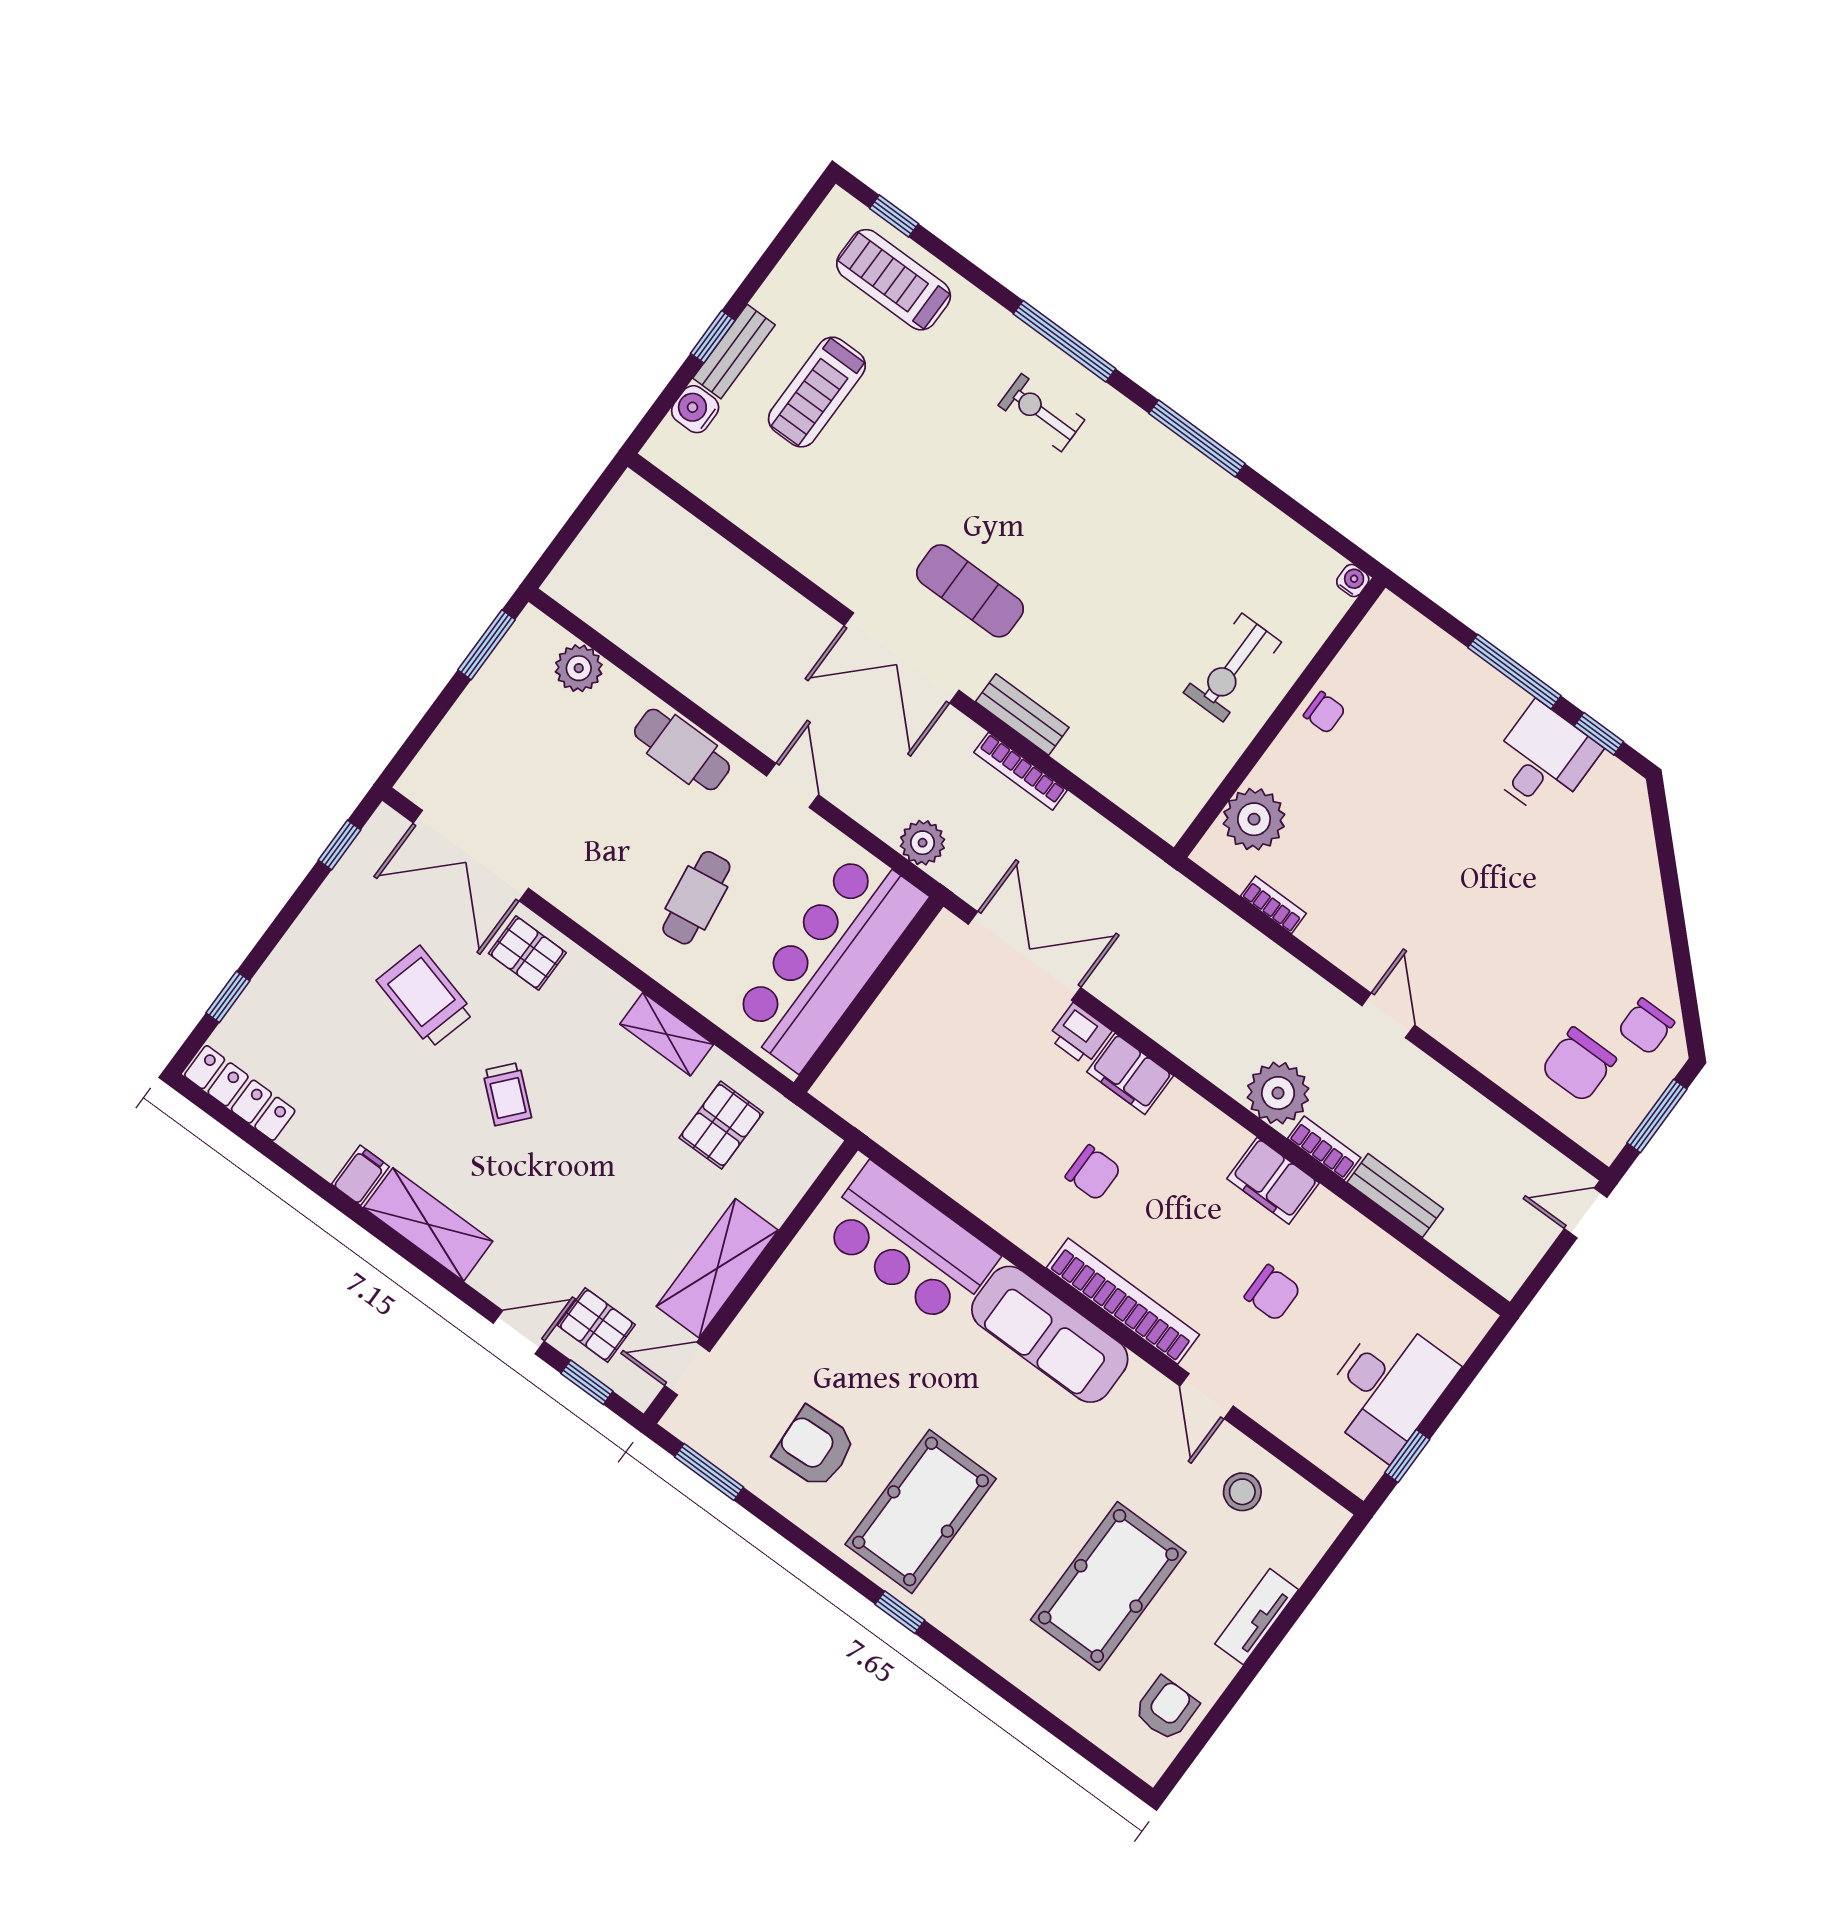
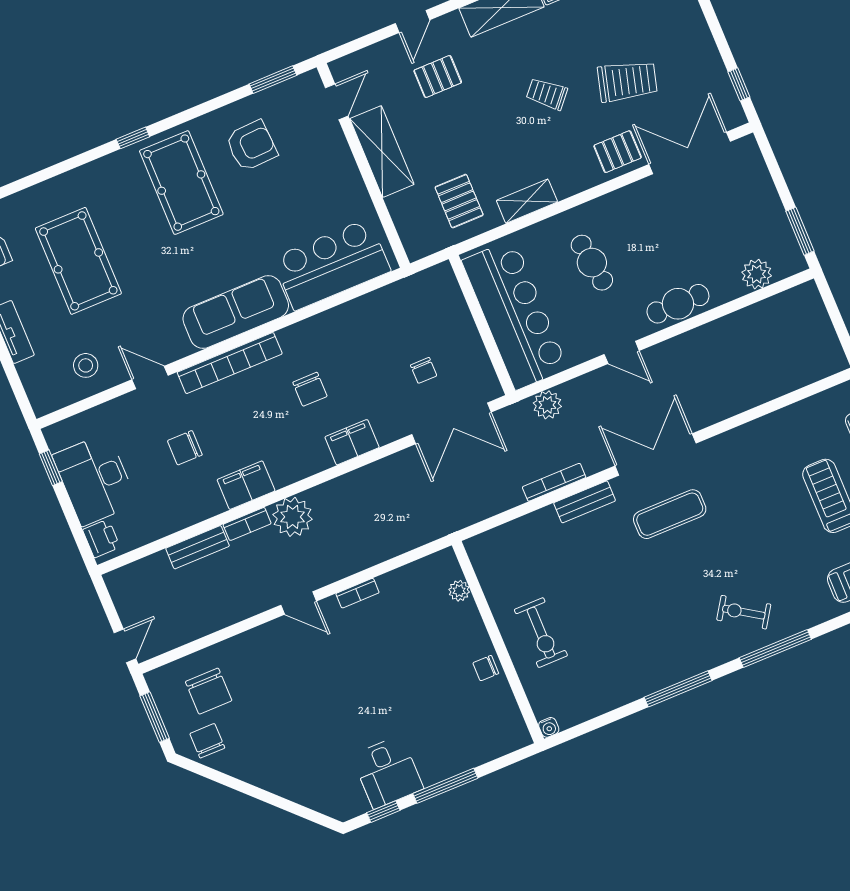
exercise bike: (1041, 413) -> (744, 612), turned -147
exercise bike: (1232, 667) -> (541, 633), turned 180
plant: (1254, 819) -> (459, 591), width x0.53, depth x0.53
bookcase: (1273, 905) -> (357, 593), moved
printer: (1080, 1034) -> (101, 538), moved, turned 90
chair: (976, 1036) -> (424, 370), added
chair: (1579, 1065) -> (209, 691), turned 180
chair: (1093, 1173) -> (310, 389), turned -90
pallet: (596, 1325) -> (438, 76), moved
window: (587, 1382) -> (362, 42), removed

